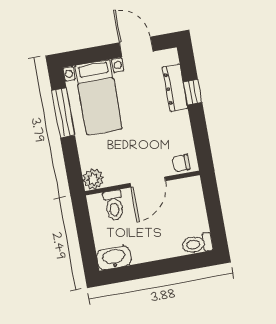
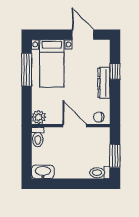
dresser: (175, 88) -> (104, 83), moved
door: (148, 182) -> (75, 126), swing flipped
toilet: (114, 205) -> (38, 137), moved
window: (215, 215) -> (115, 156), added

